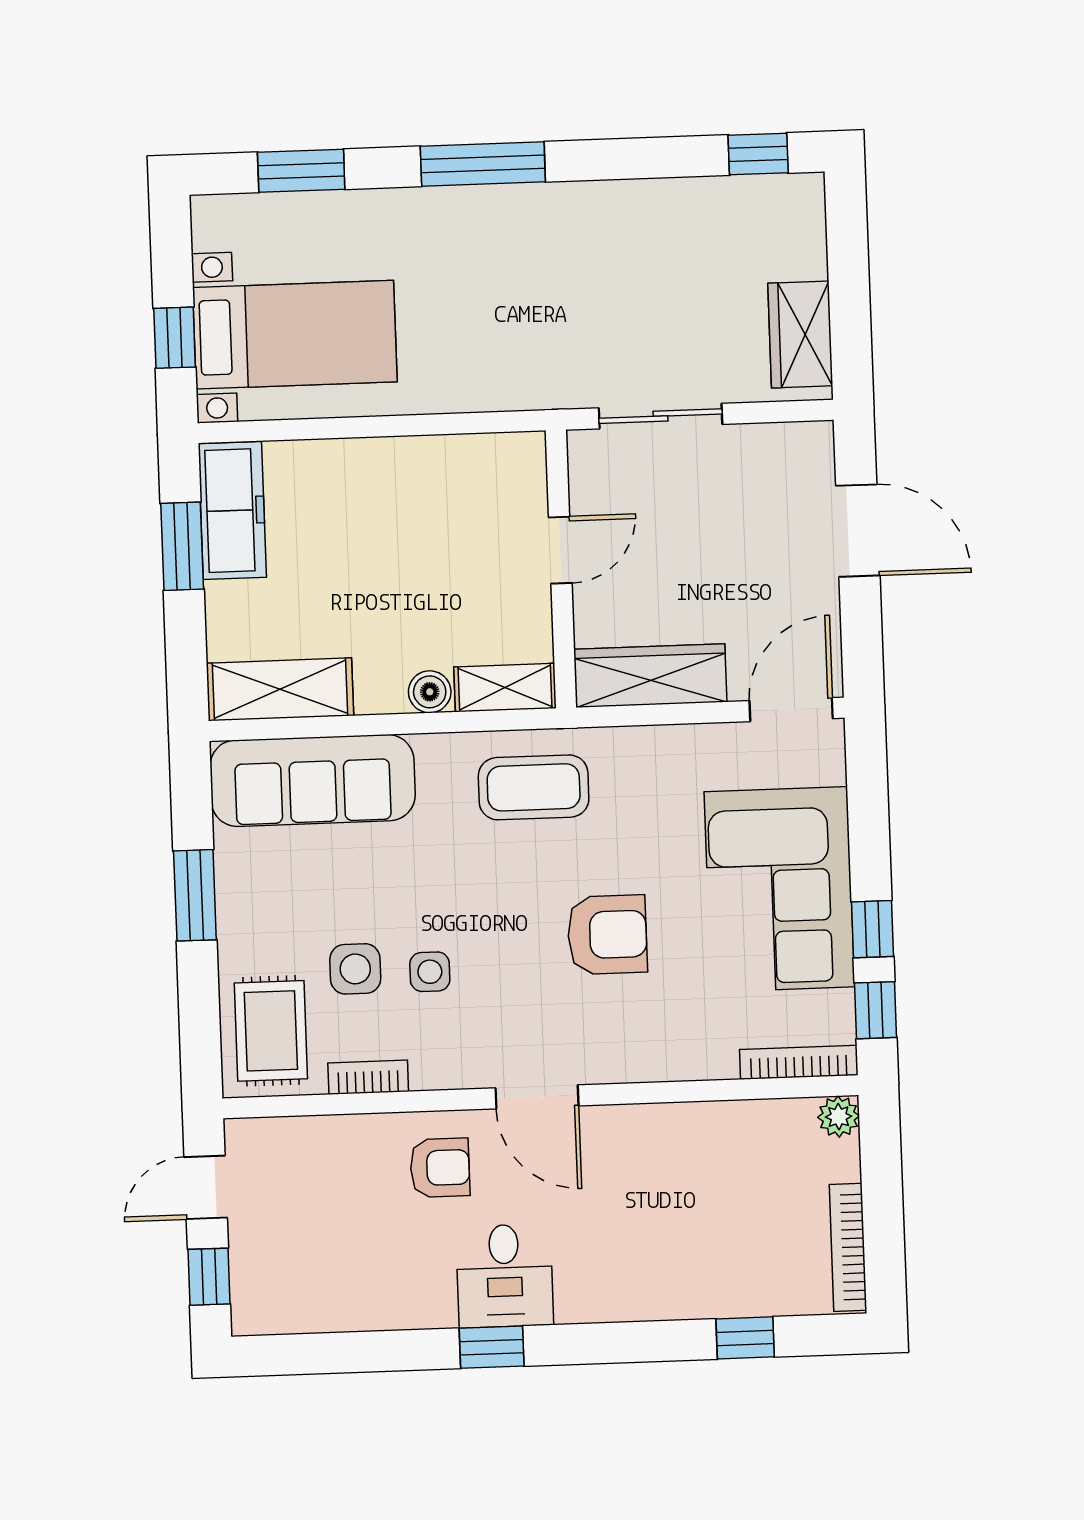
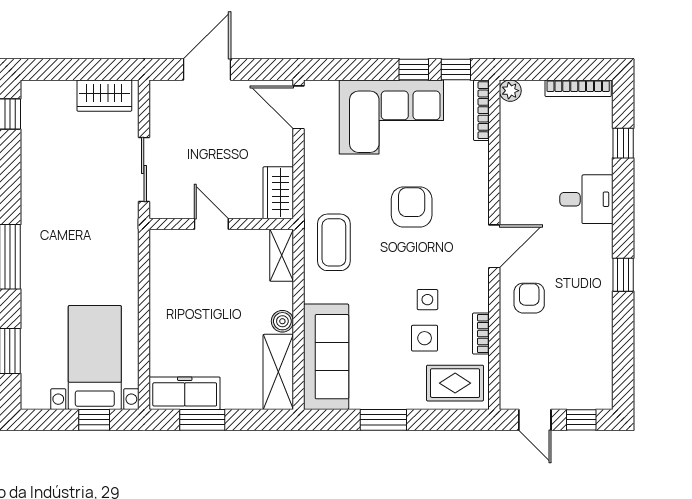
wardrobe: (650, 676) -> (278, 193), width x0.67
boiler: (430, 692) -> (282, 321), moved
desk: (505, 1276) -> (586, 199), moved

